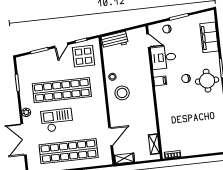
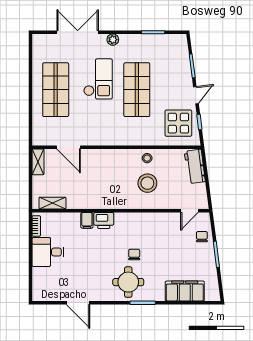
door: (61, 45) -> (196, 95), swing flipped
desk: (164, 57) -> (48, 252), moved, turned -90
filing cabinet: (160, 81) -> (87, 220), moved
shop shelf: (62, 90) -> (137, 90), width x0.71
stool: (122, 93) -> (147, 183), moved
printer: (163, 104) -> (104, 220), added
shop shelf: (69, 151) -> (56, 90), width x0.71

